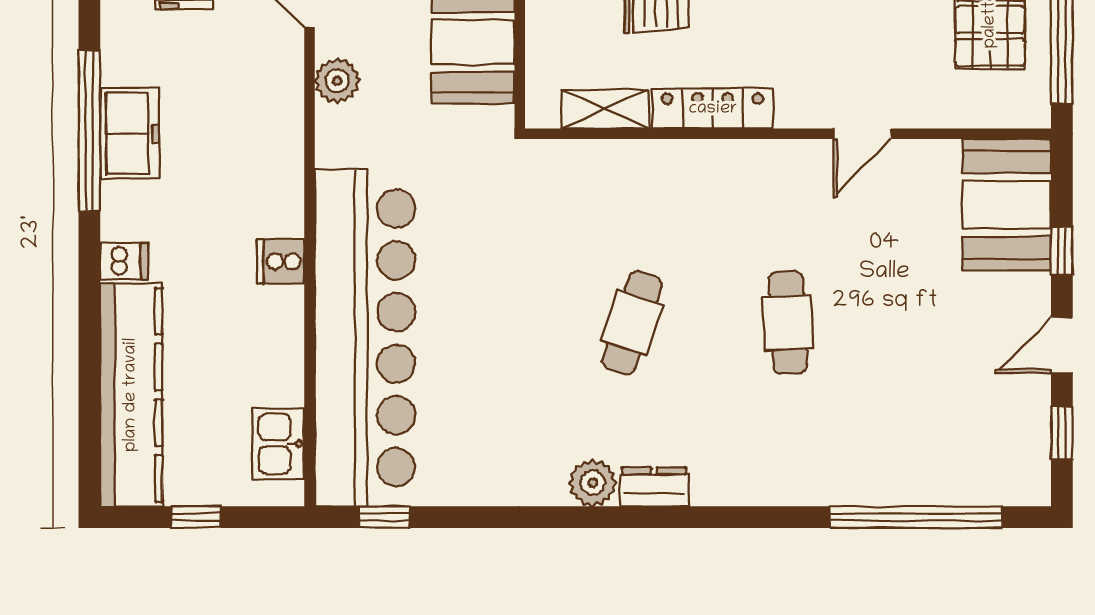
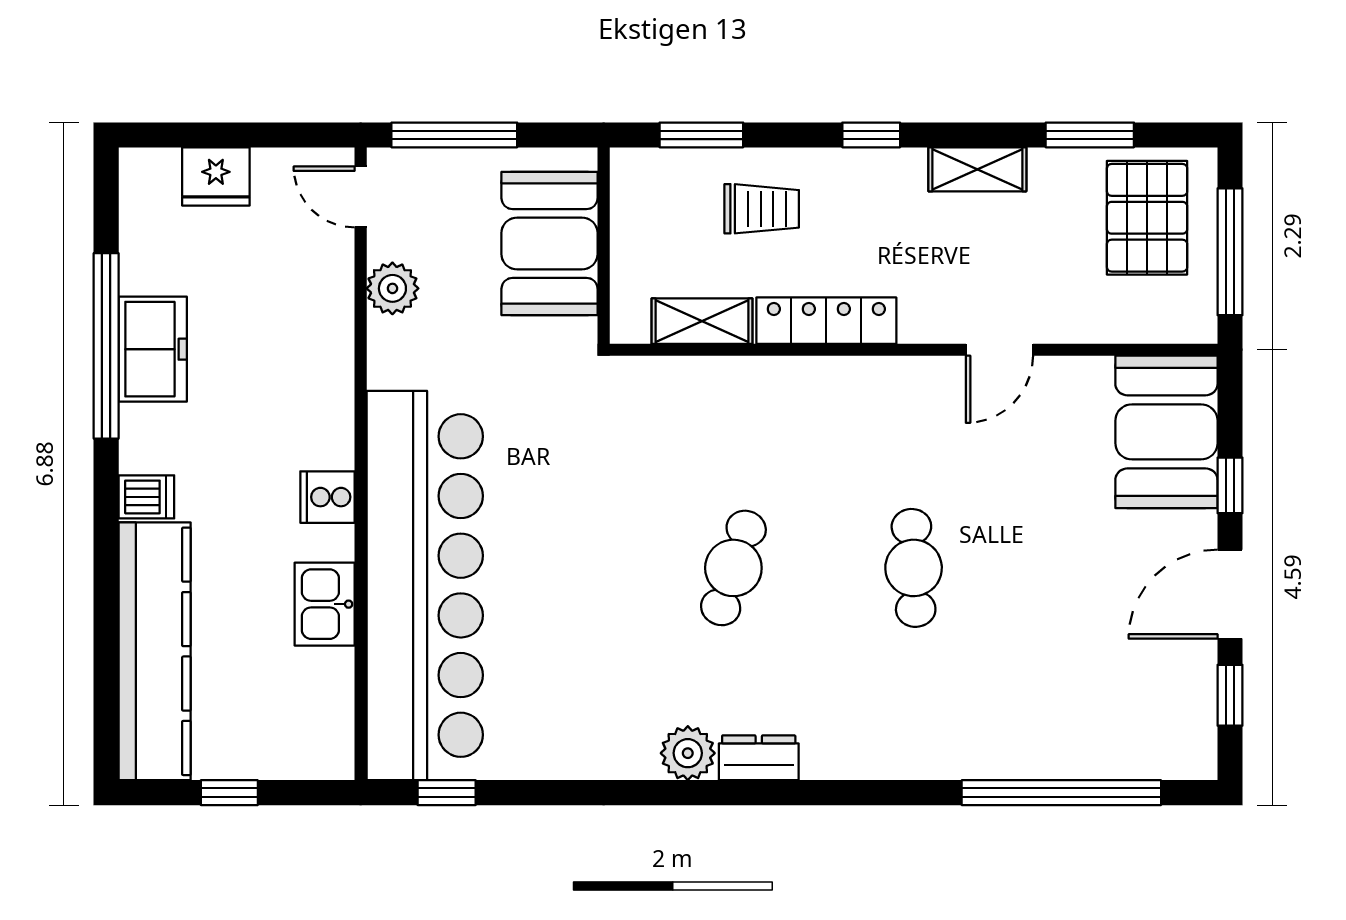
door: (1062, 345) -> (1230, 594), width x1.38
kitchen sink: (278, 444) -> (325, 604), moved

